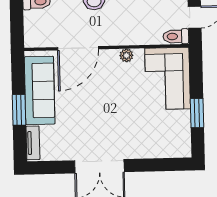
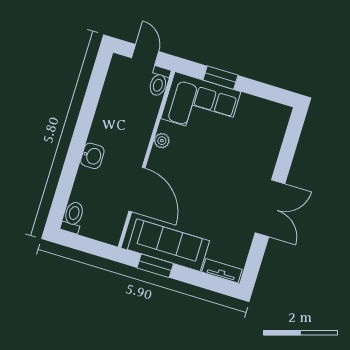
window: (19, 110) -> (155, 266), moved
window: (197, 113) -> (220, 78), moved

